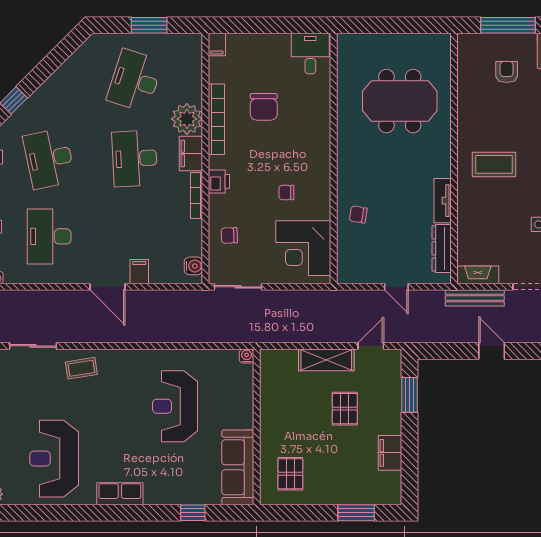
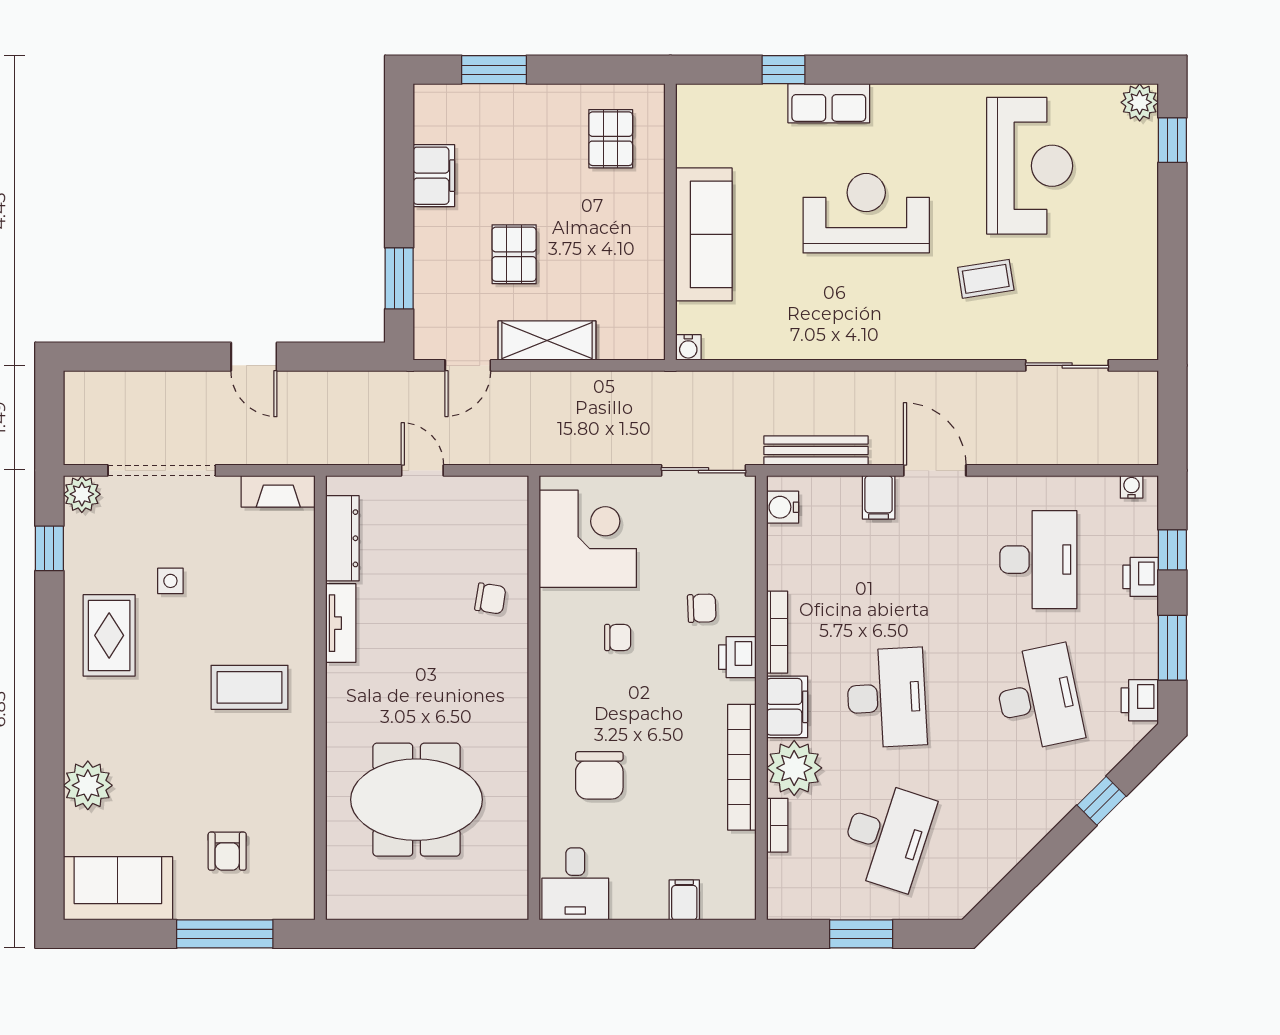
filing cabinet: (217, 45) -> (684, 900), moved
bookcase: (196, 87) -> (777, 825), added
chair: (264, 107) -> (599, 775), moved, turned 180
chair: (229, 235) -> (702, 608), moved
bench: (475, 298) -> (816, 450), moved
coffee table: (81, 368) -> (986, 279), moved
reception desk: (175, 406) -> (866, 213), moved, turned -90
sofa: (238, 467) -> (704, 234), moved
row of seats: (120, 494) -> (829, 103), moved

